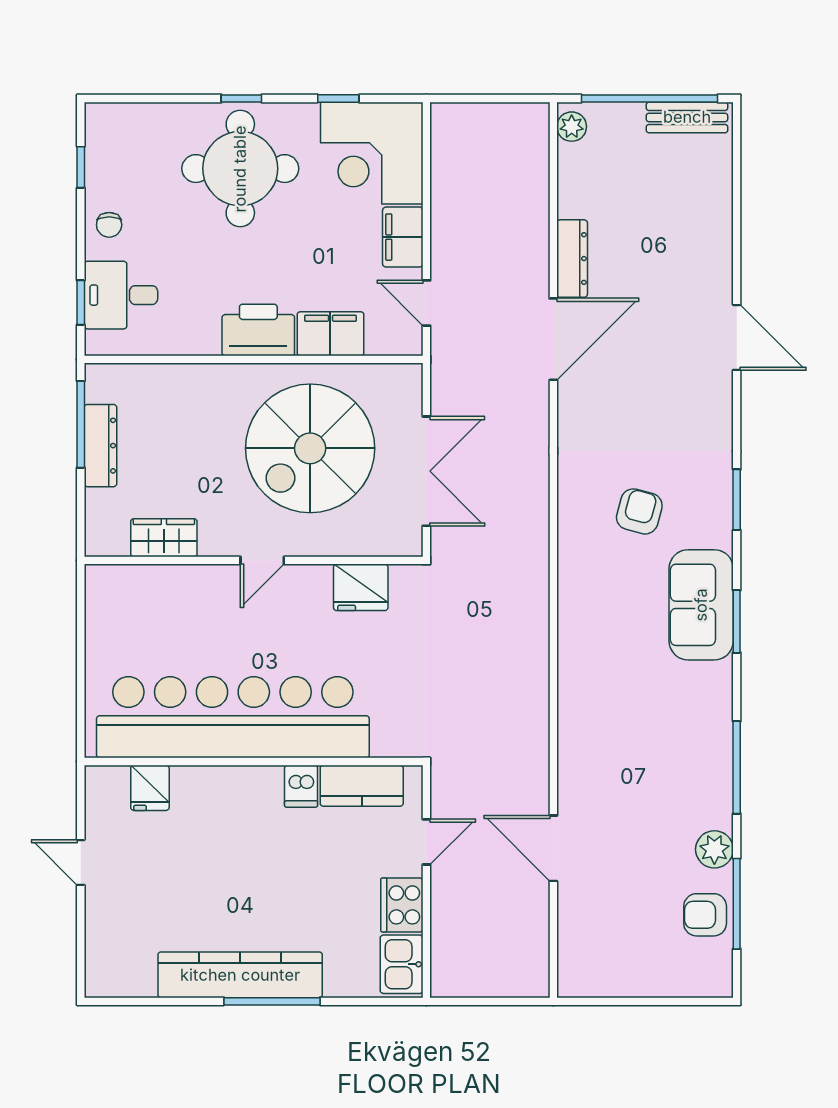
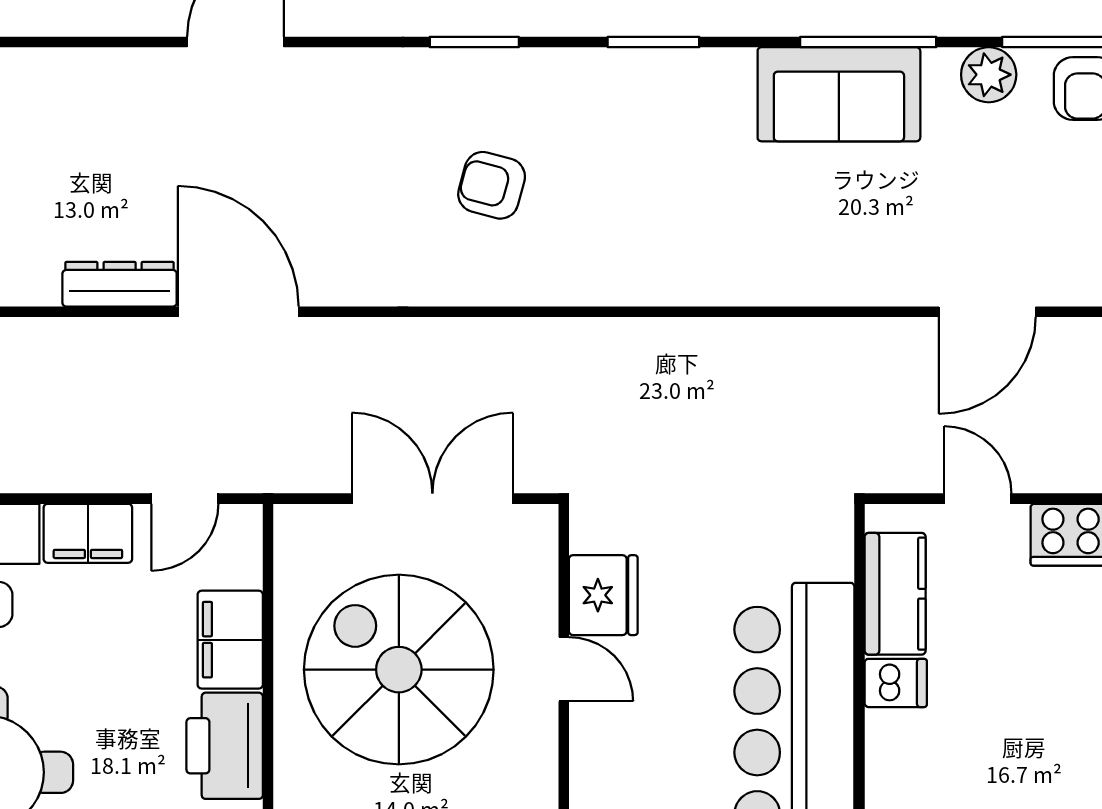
spiral stairs: (310, 448) -> (399, 670), turned 180
door: (262, 560) -> (564, 669), moved
sofa: (701, 605) -> (839, 94), moved

